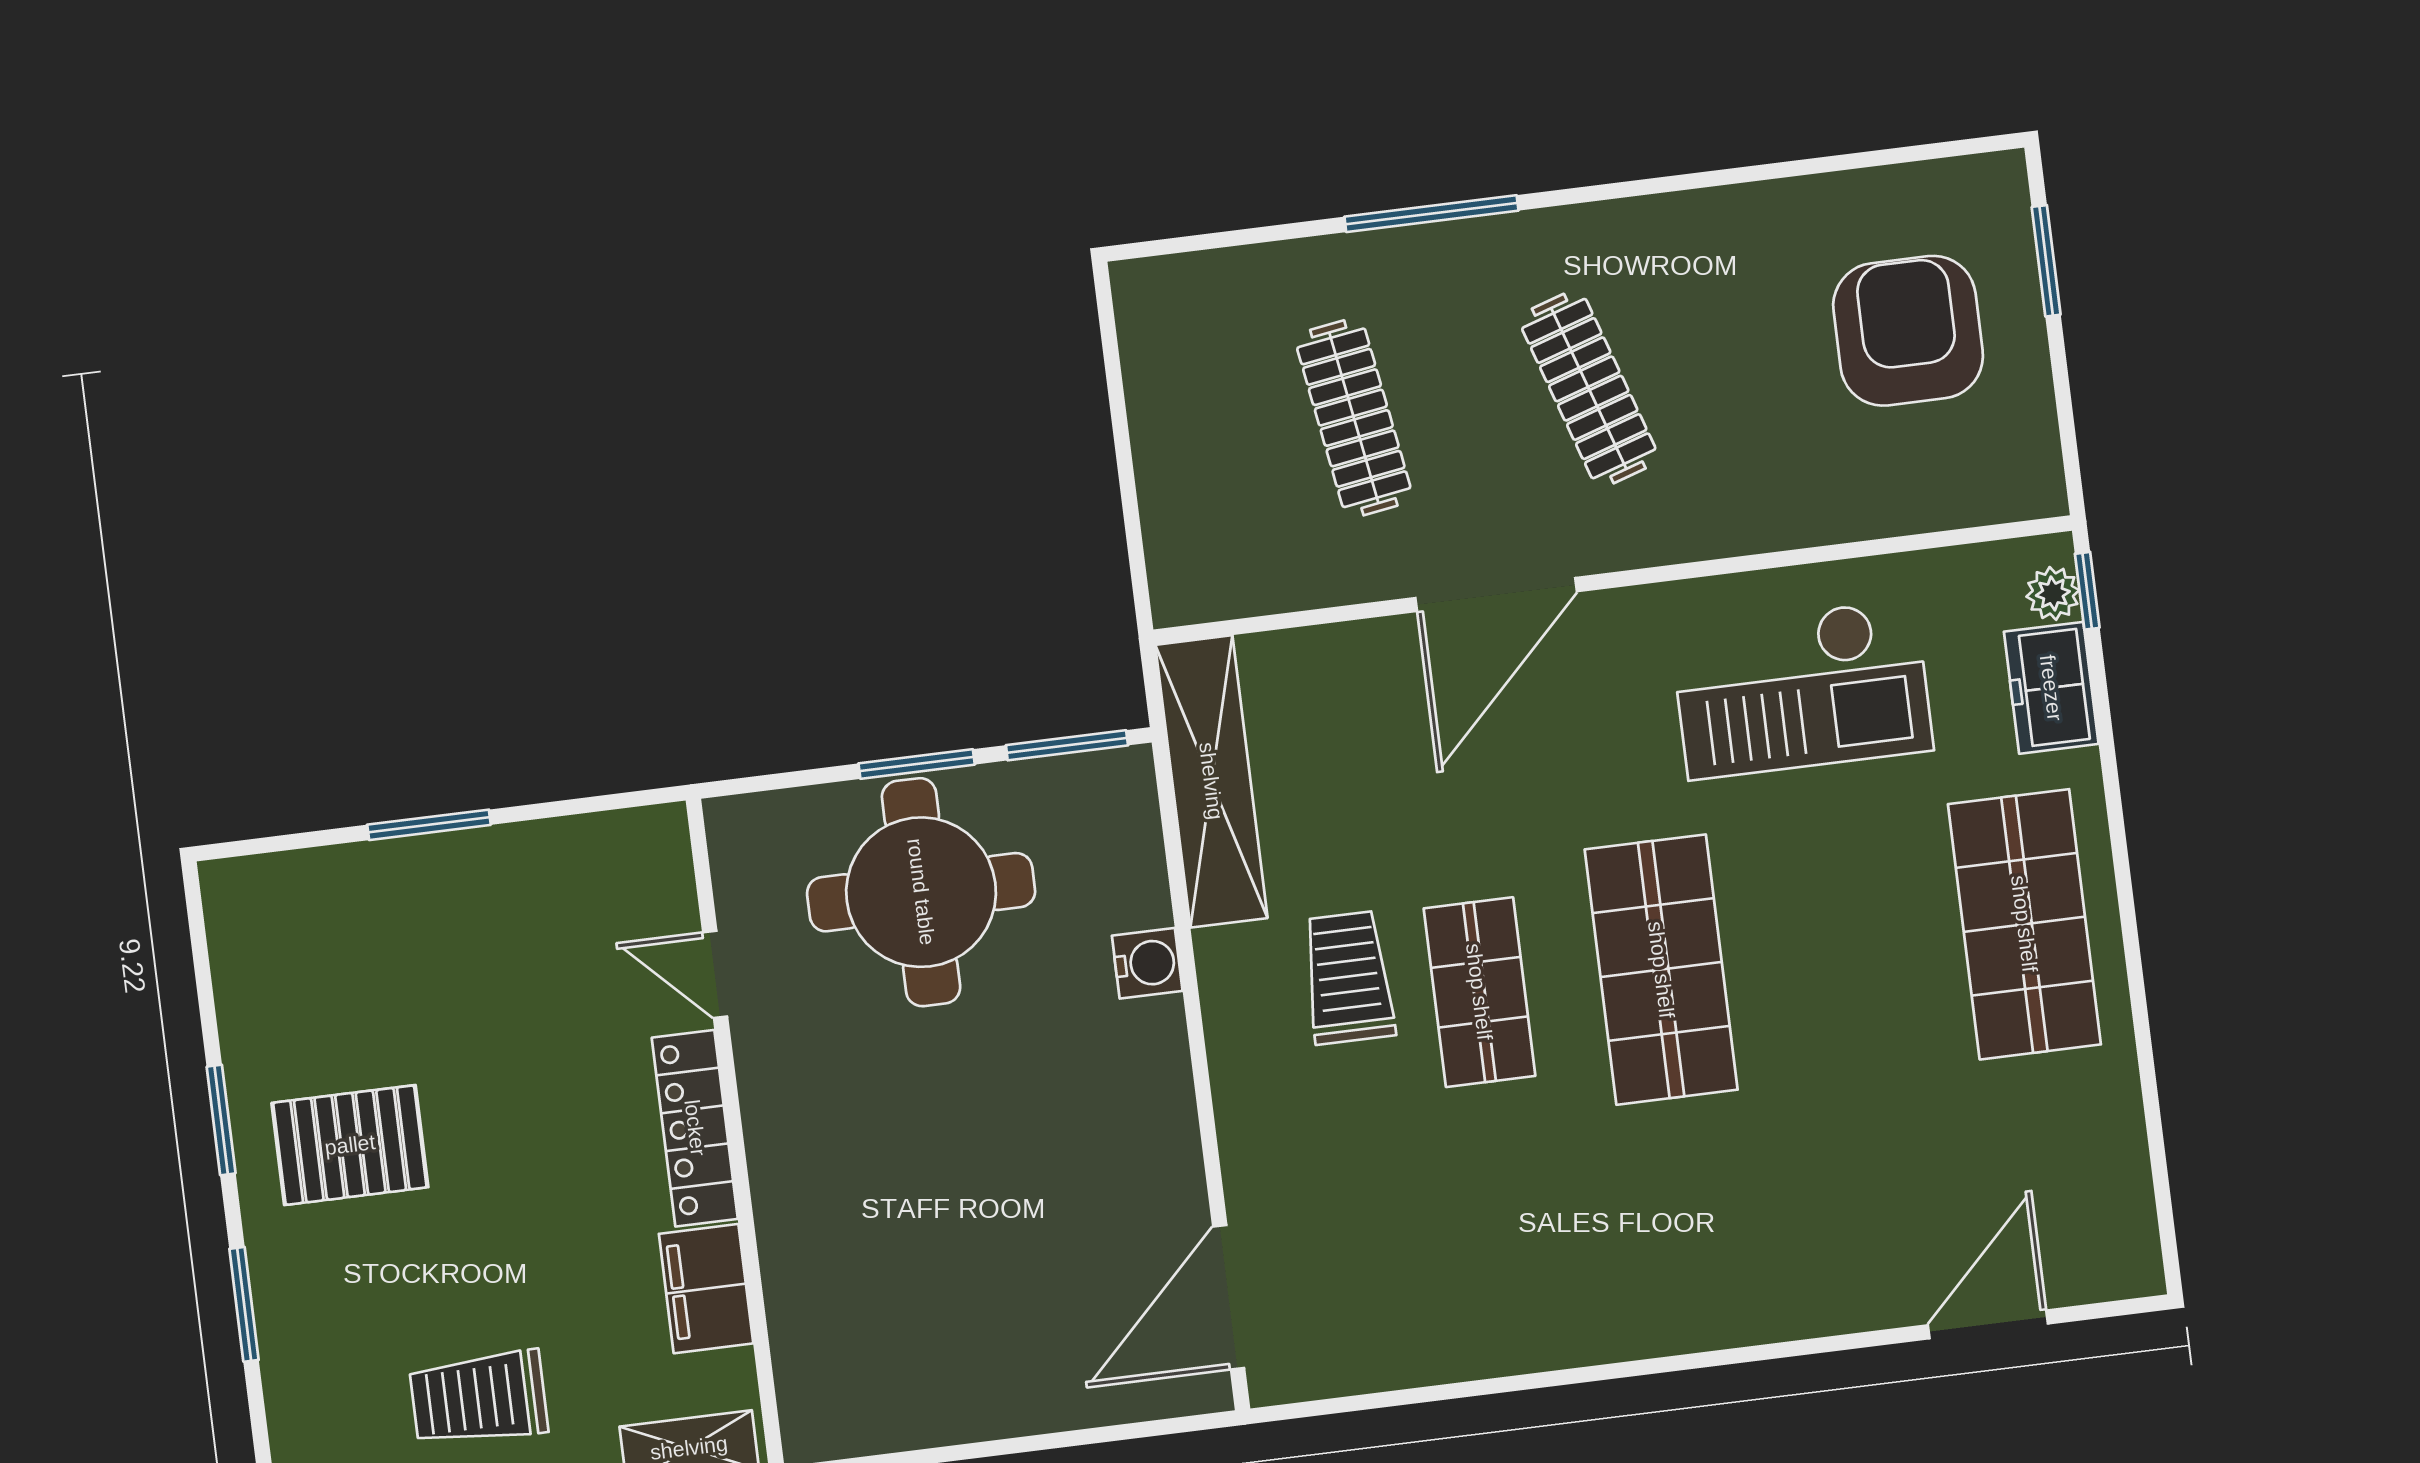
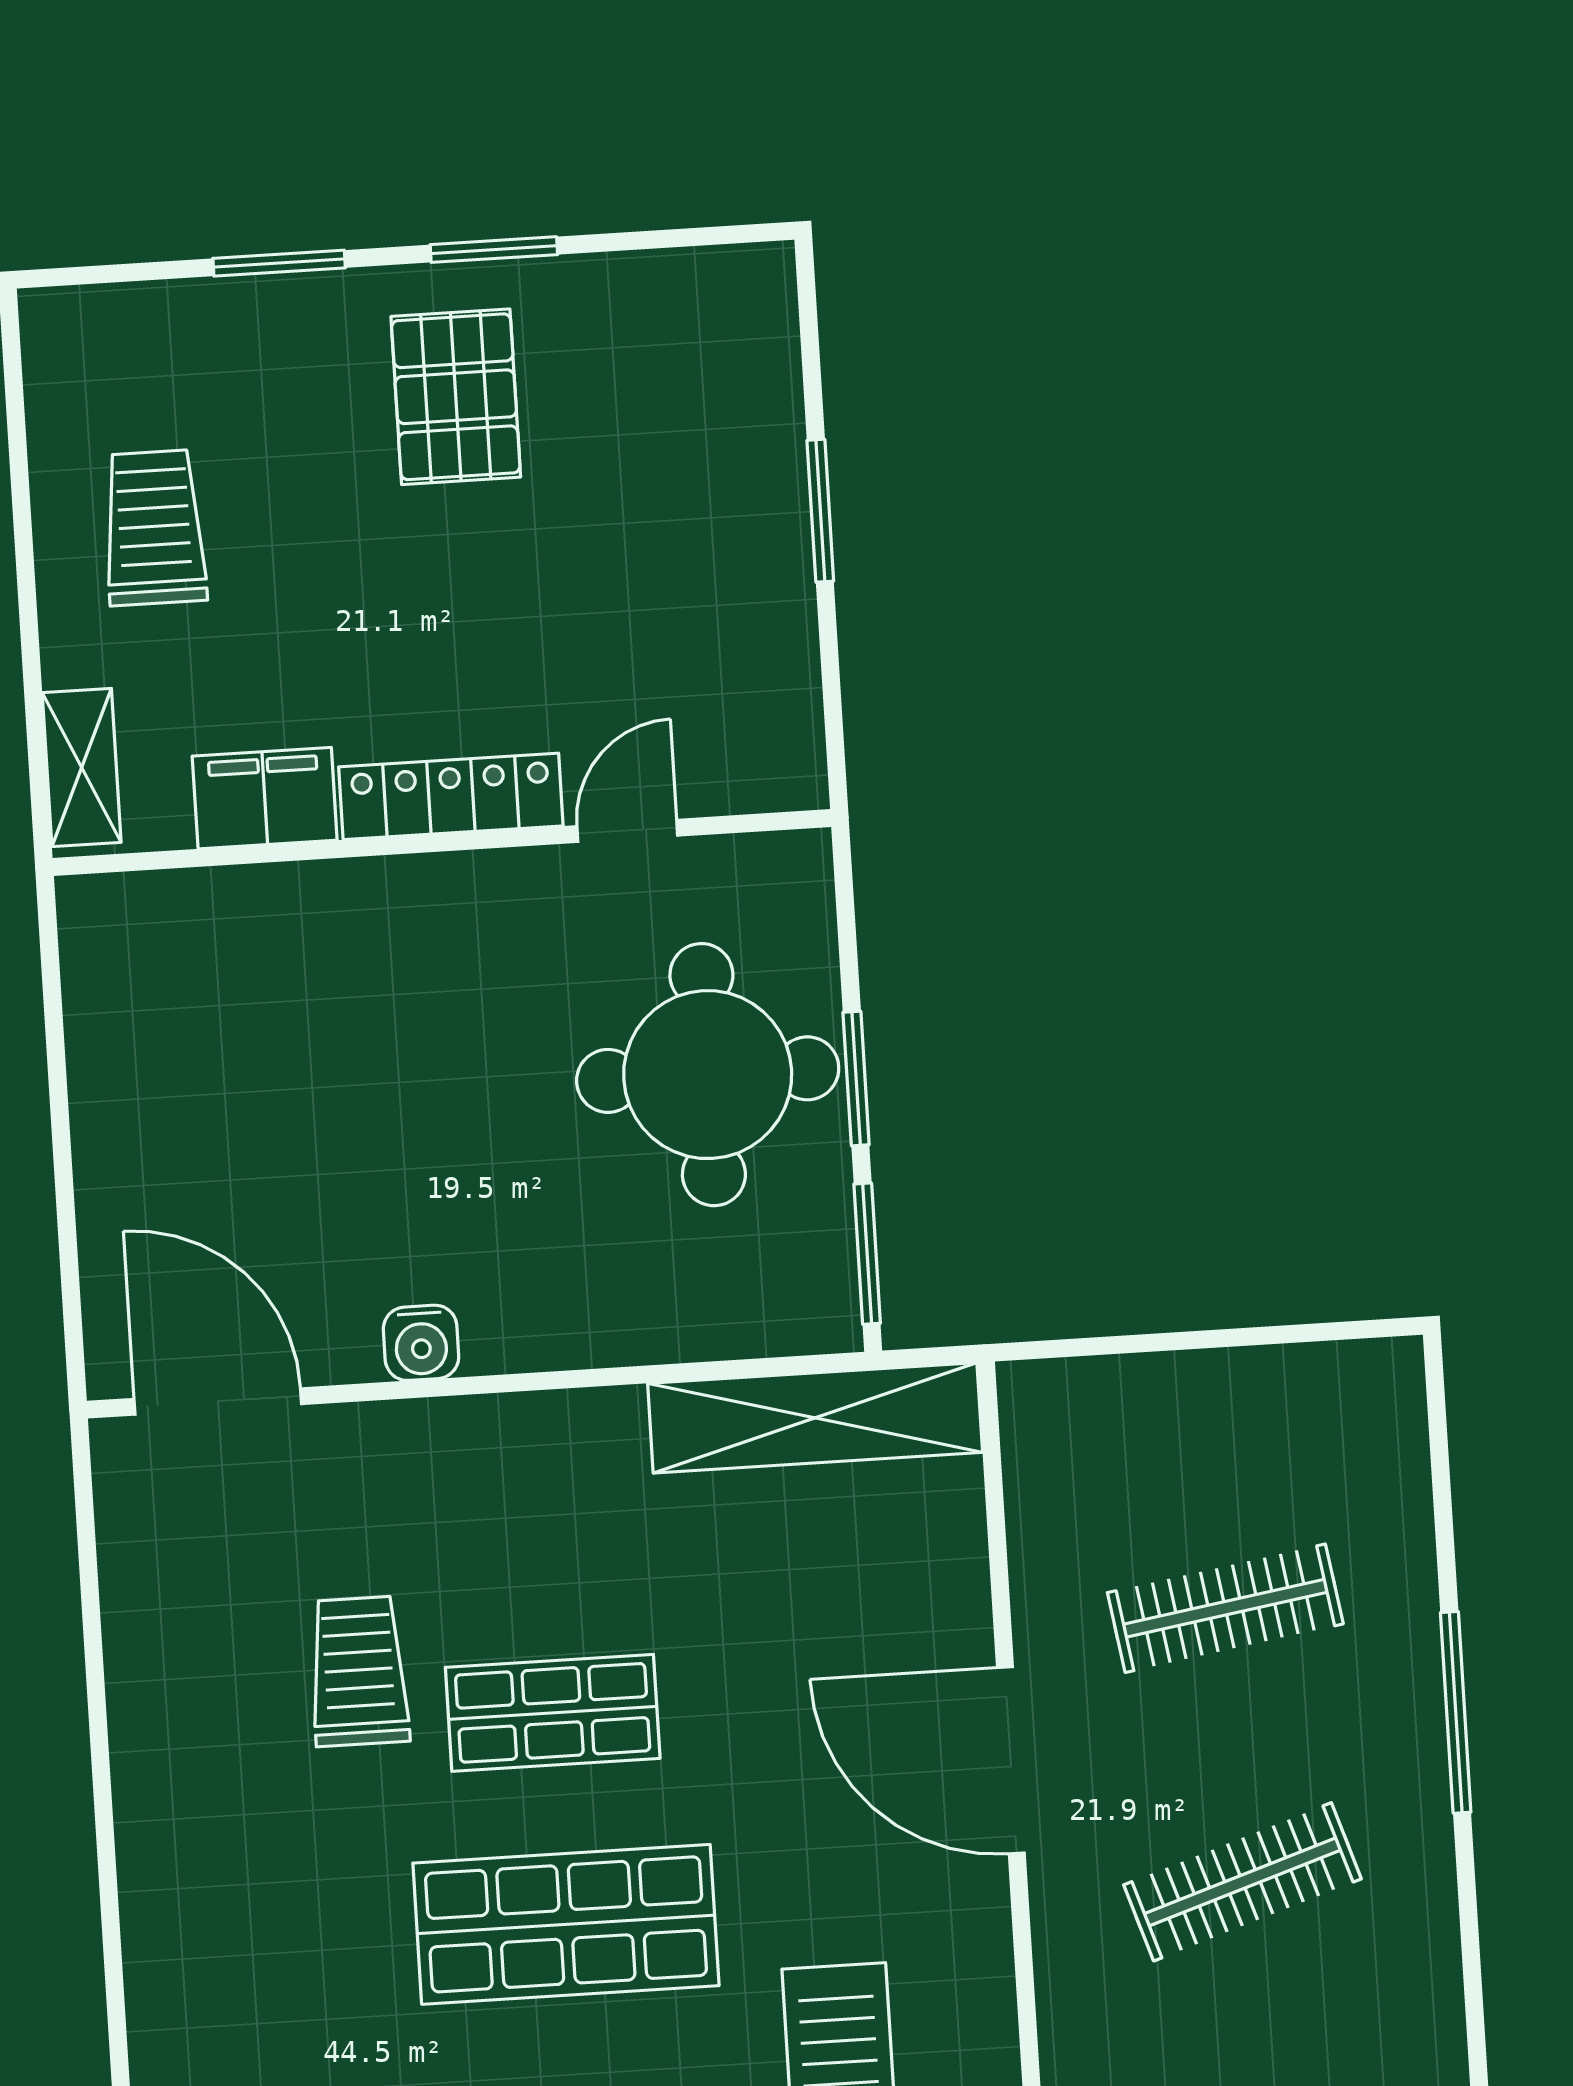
water cooler: (1147, 963) -> (421, 1343), moved
trolley: (1348, 978) -> (359, 1671), moved, turned -90

